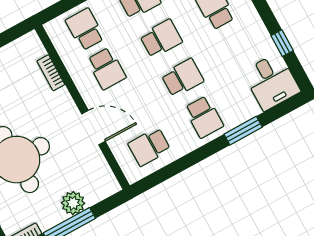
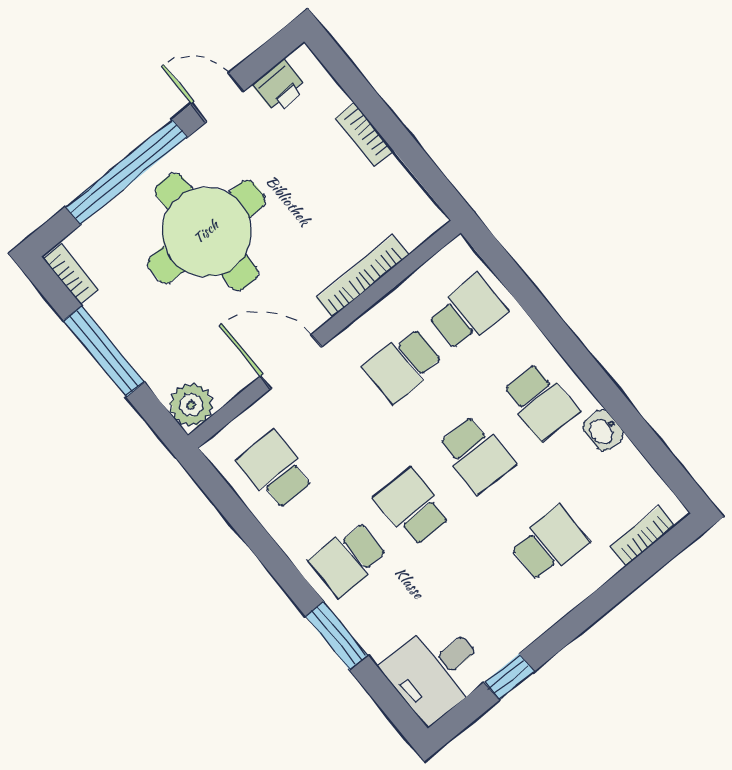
bookcase: (51, 73) -> (363, 276), width x1.56
school desk: (182, 78) -> (412, 507), turned 180
door: (93, 128) -> (291, 362), swing flipped
plant: (73, 203) -> (191, 405), moved

